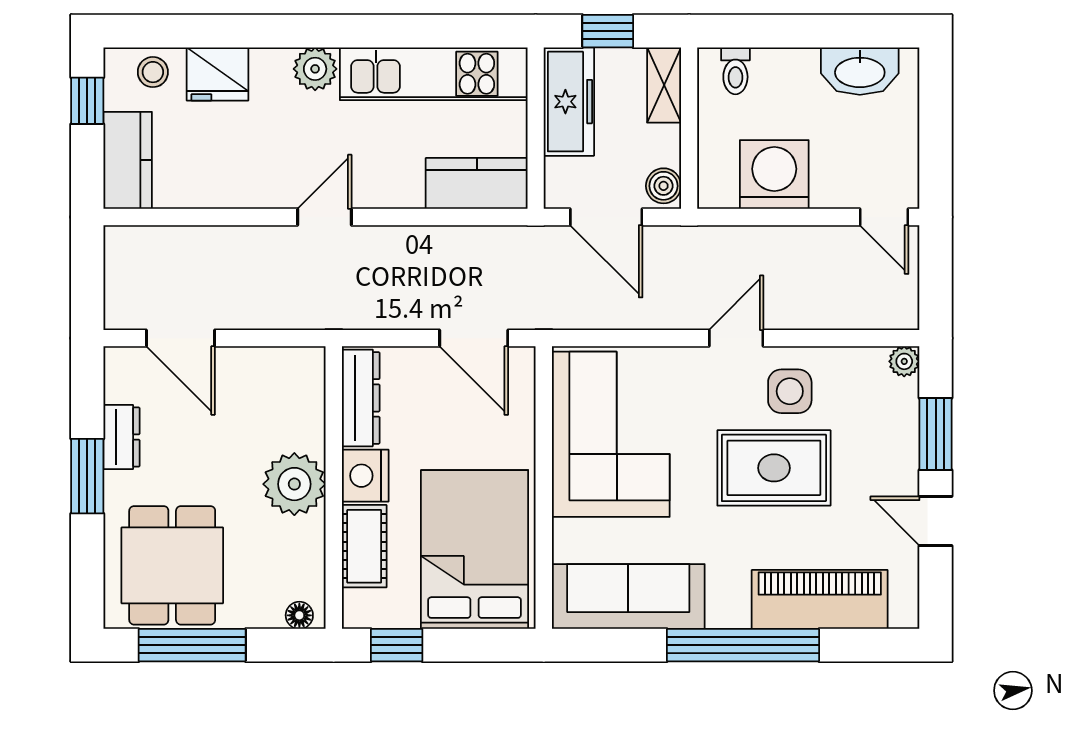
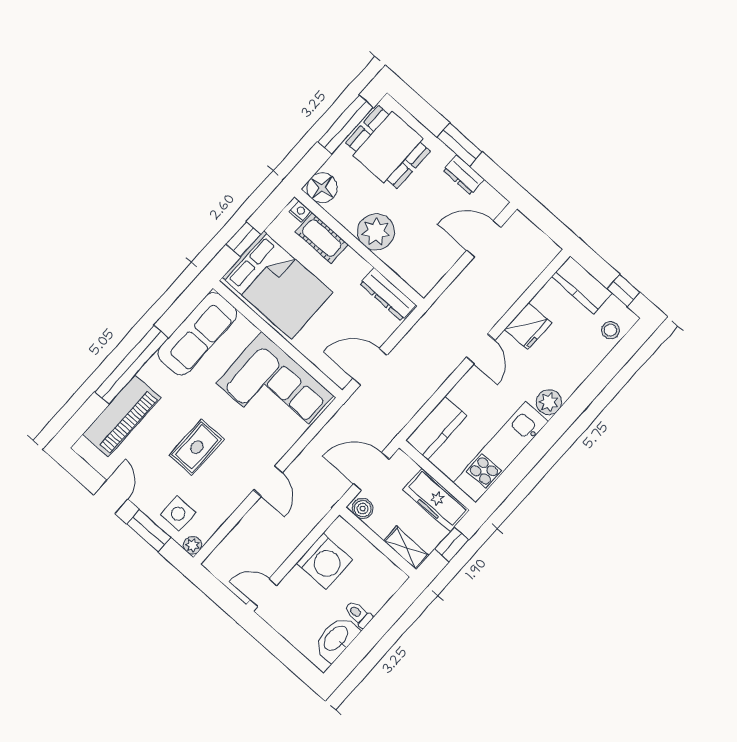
toilet: (735, 71) -> (358, 614), moved
fridge: (217, 74) -> (528, 326), moved, turned 180
side table: (790, 391) -> (178, 514), moved
rug: (774, 468) -> (197, 447), width x0.73, depth x0.70
nightstand: (365, 476) -> (300, 211), moved, width x0.53, depth x0.56
door: (936, 521) -> (111, 497), hinge flipped
floor lamp: (299, 615) -> (322, 188), width x1.89, depth x1.89
window: (397, 645) -> (243, 239), moved

